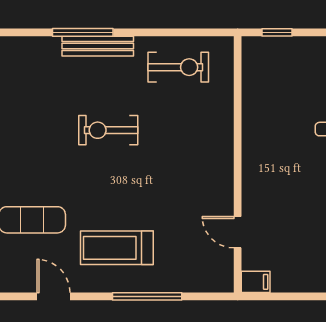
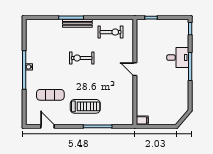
door: (238, 232) -> (135, 69), moved
treadmill: (117, 248) -> (85, 106), turned 180
door: (53, 296) -> (47, 126), moved

